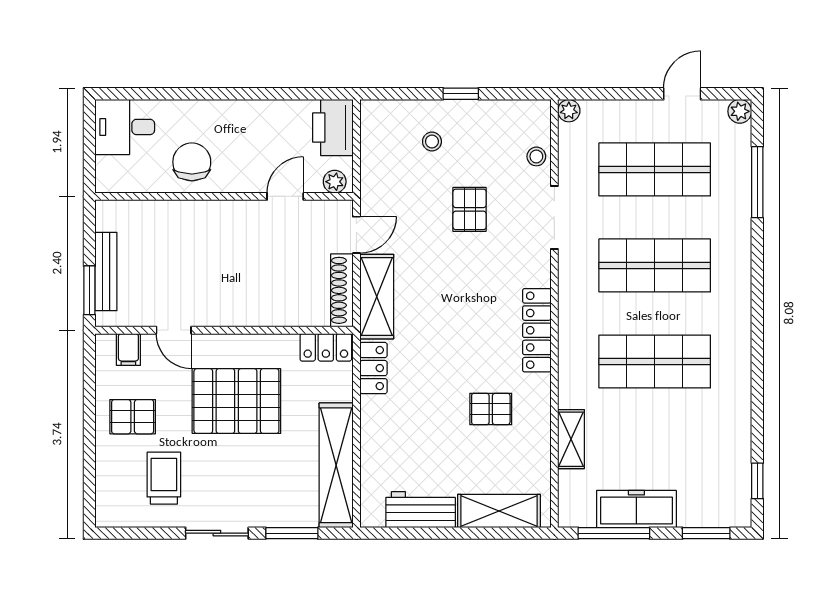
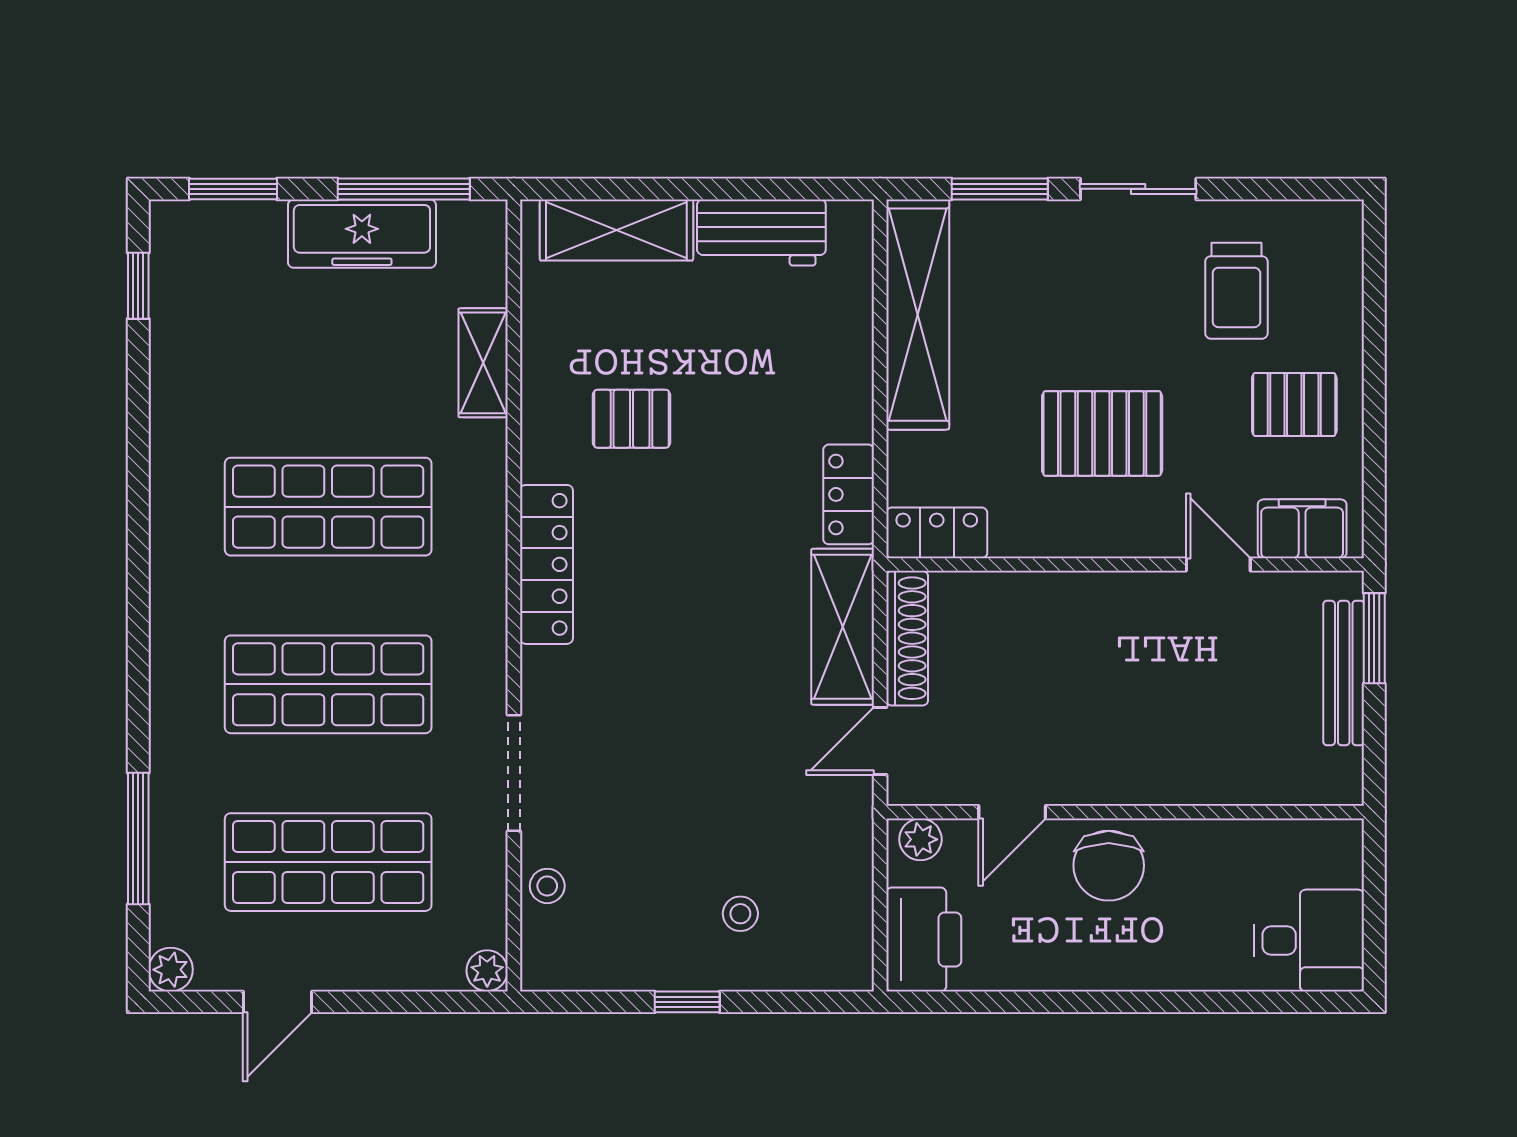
chair: (192, 162) -> (1109, 866), moved
pallet: (470, 209) -> (671, 788), removed
filing cabinet: (128, 350) -> (1302, 529), width x2.00
pallet: (236, 401) -> (1102, 433), width x0.73, depth x0.71

